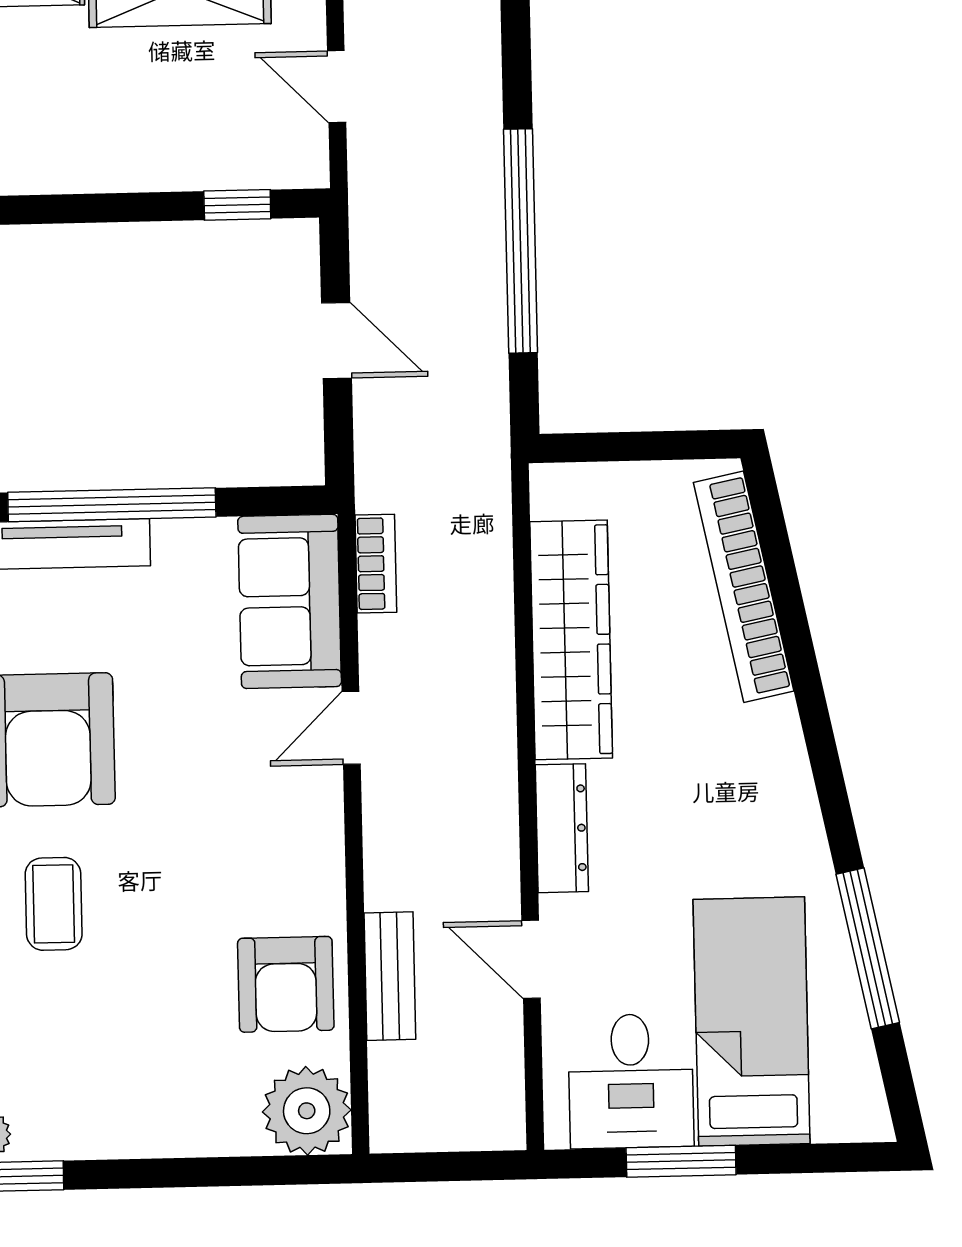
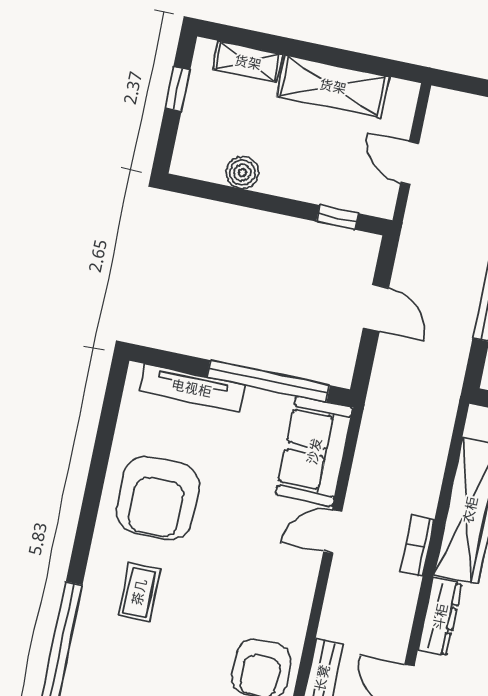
boiler: (63, 167) -> (242, 173), added
window: (112, 505) -> (268, 381), moved
bookcase: (376, 564) -> (417, 546), moved, turned 180

